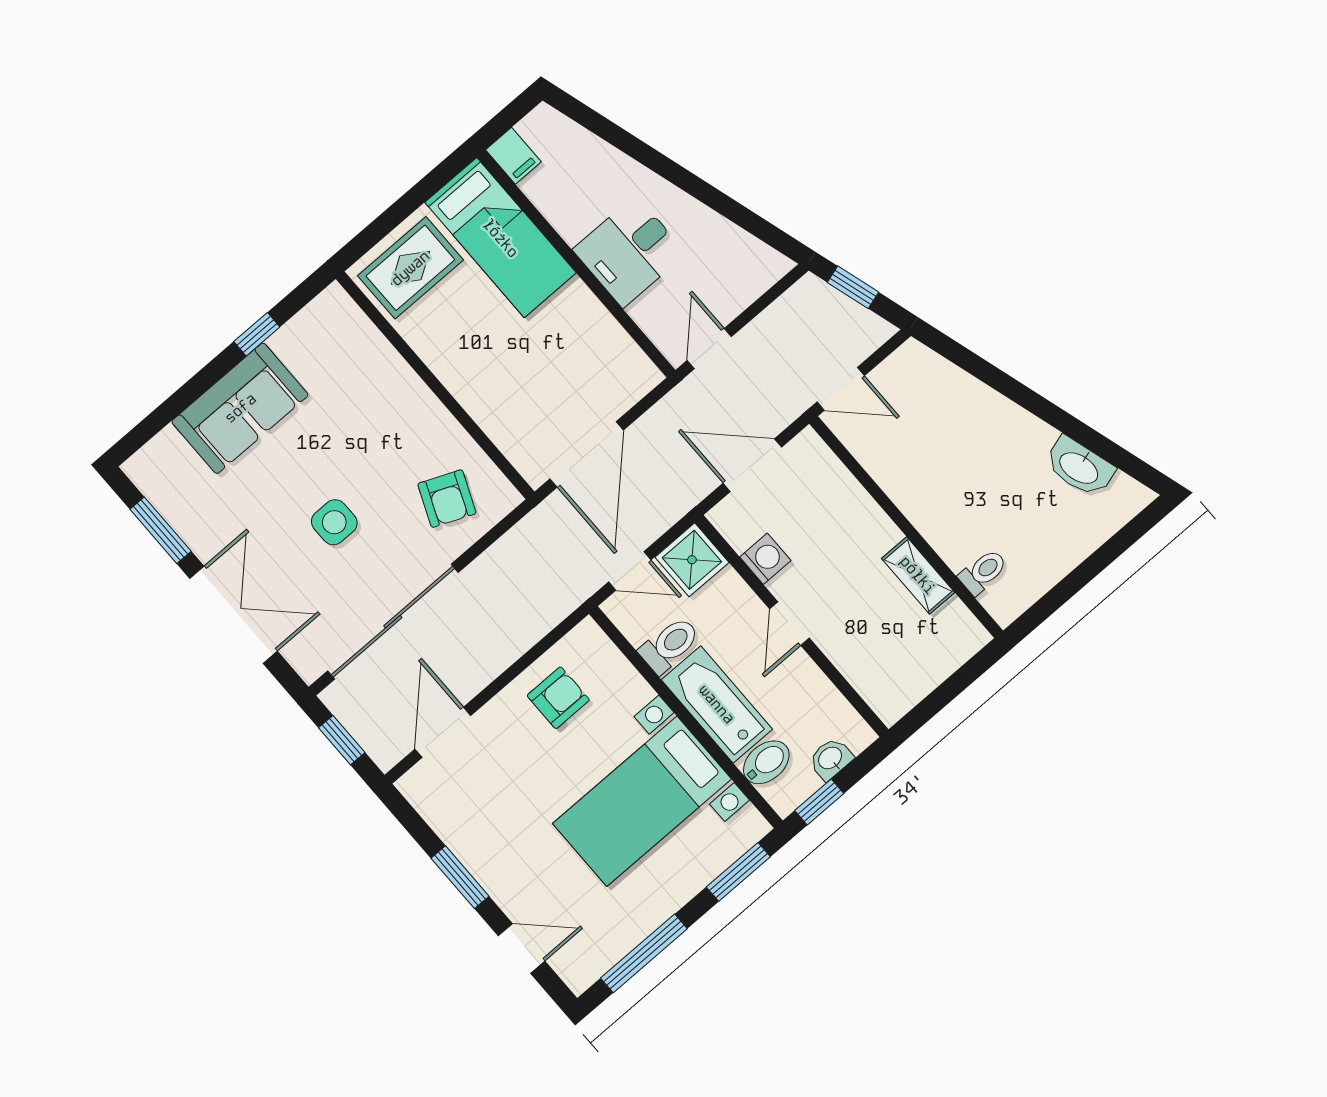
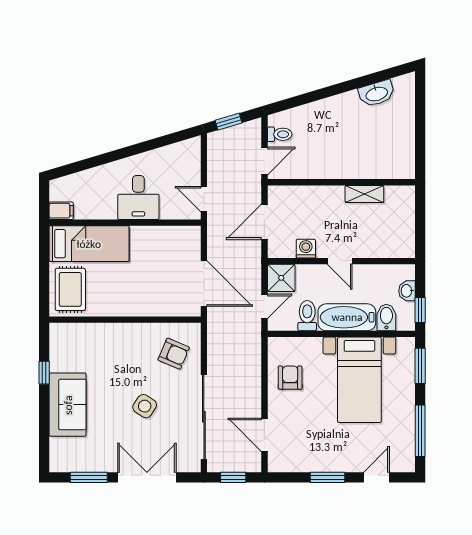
side table: (334, 522) -> (145, 406), turned 33
toilet: (983, 572) -> (280, 134), moved, turned 90

